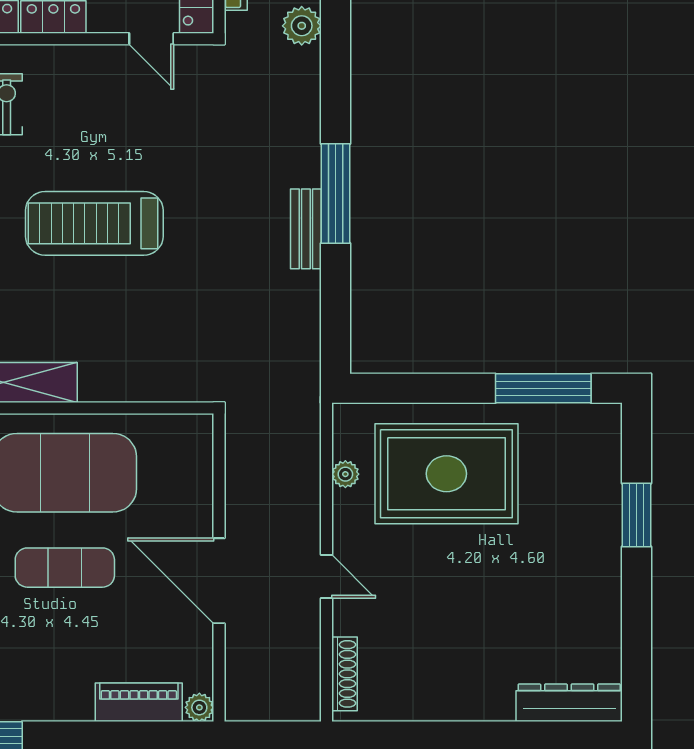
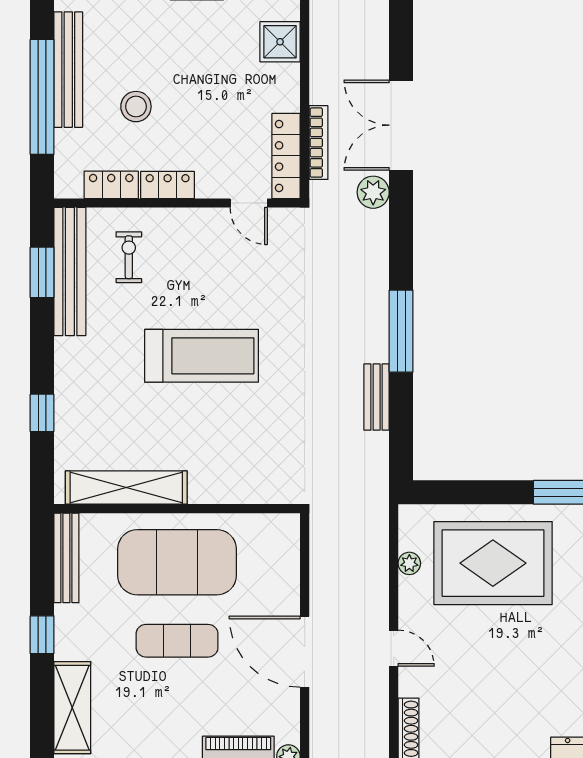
treadmill: (94, 223) -> (202, 356), turned 180
bench: (306, 229) -> (377, 397), moved

